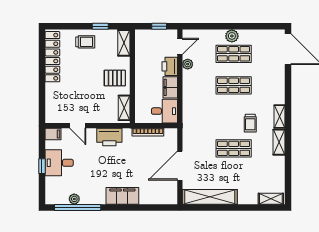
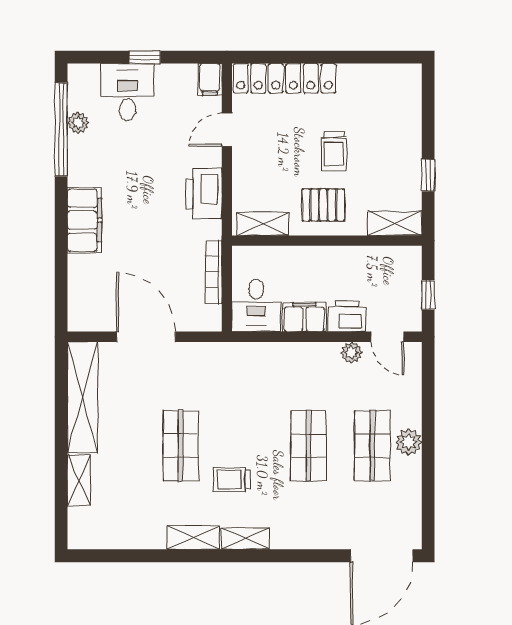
trolley: (85, 42) -> (334, 151), moved
locker: (52, 57) -> (285, 78), moved
pallet: (115, 78) -> (323, 205), turned 90
desk: (59, 163) -> (127, 92), moved
shelving: (271, 199) -> (79, 480), moved

